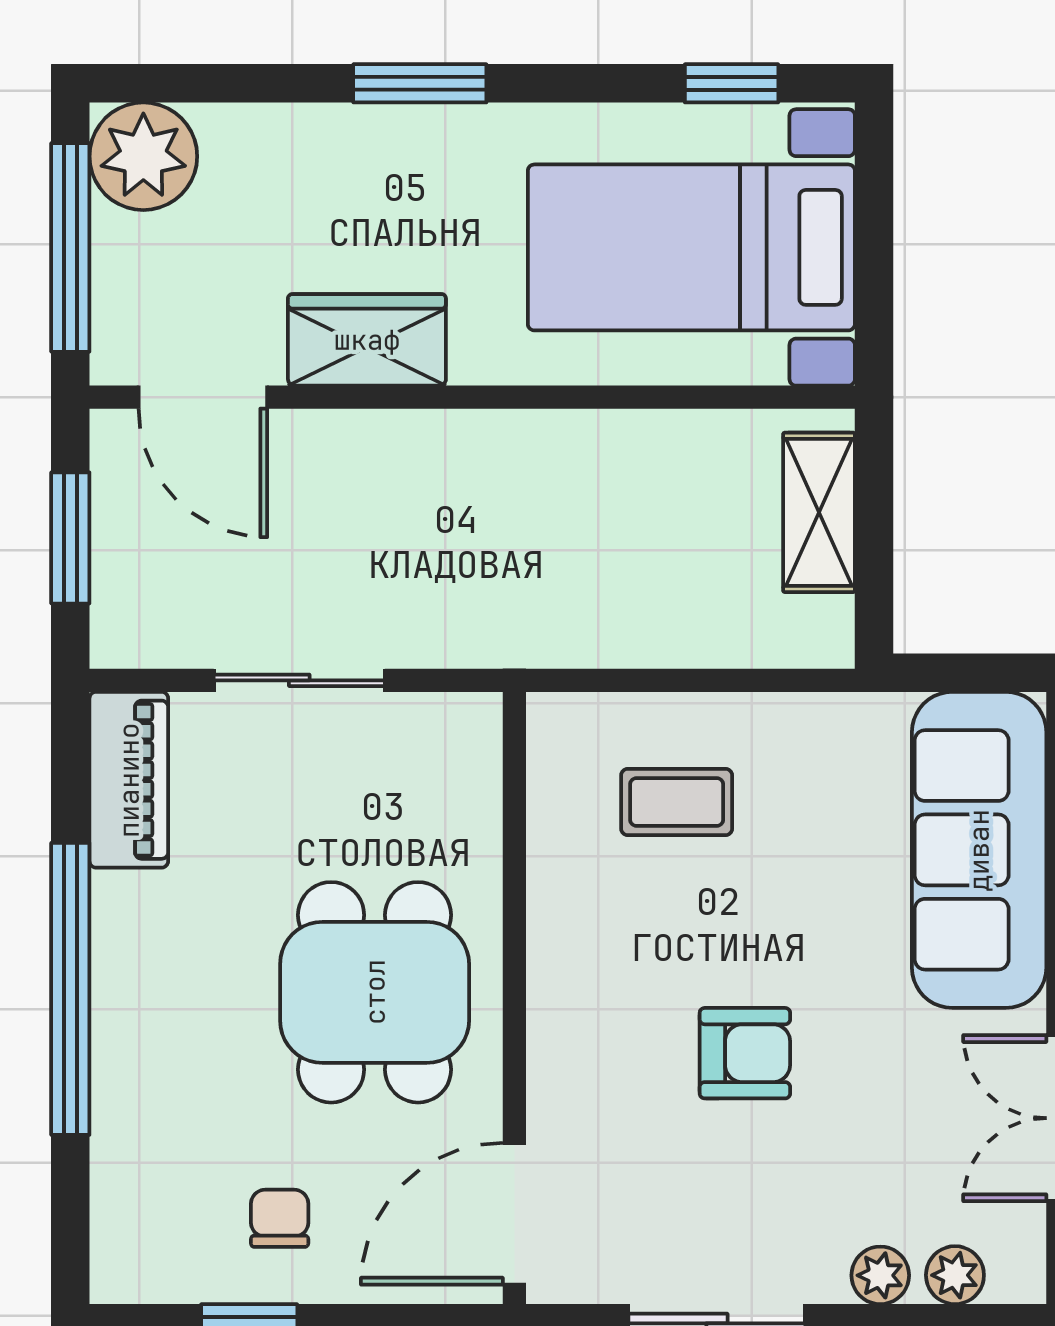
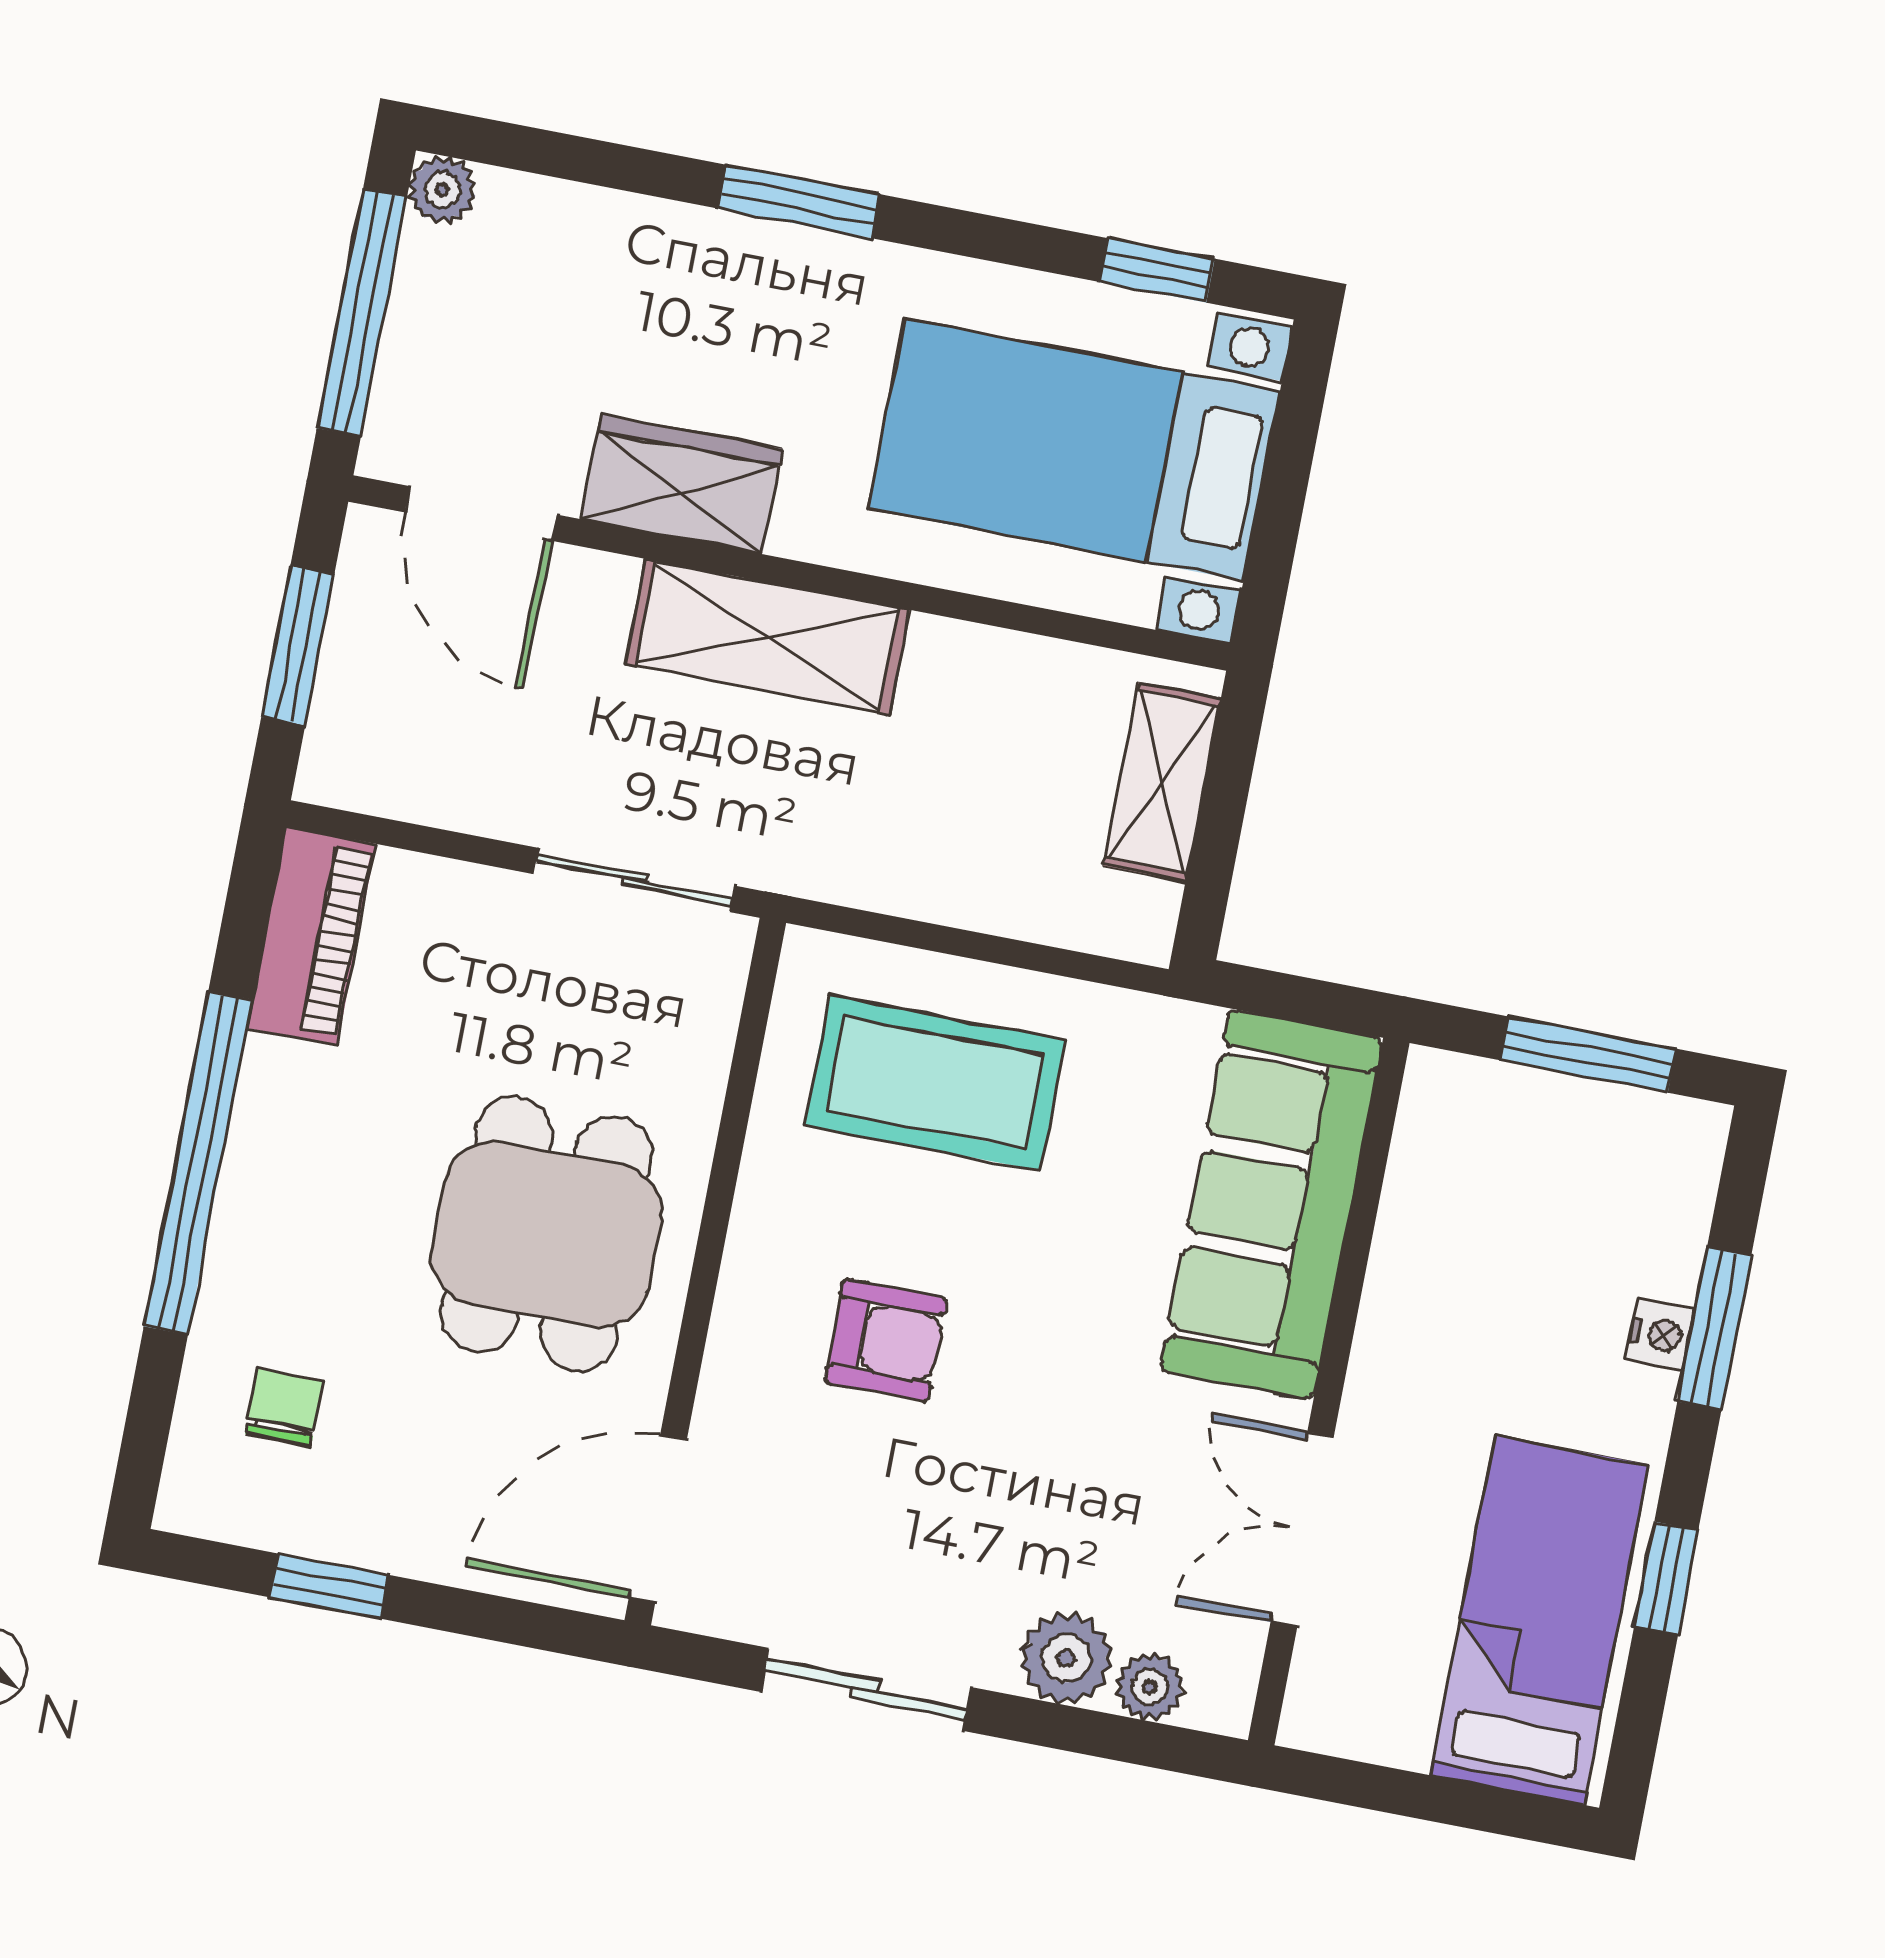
plant: (143, 156) -> (442, 190), width x0.53, depth x0.53
shelving: (464, 455) -> (767, 637), added
sliding door: (299, 680) -> (634, 880), moved
coffee table: (677, 802) -> (935, 1083), width x1.86, depth x1.72
armchair: (745, 1053) -> (886, 1340), moved
chair: (280, 1218) -> (284, 1407), moved
plant: (880, 1275) -> (1066, 1658), width x1.38, depth x1.38

